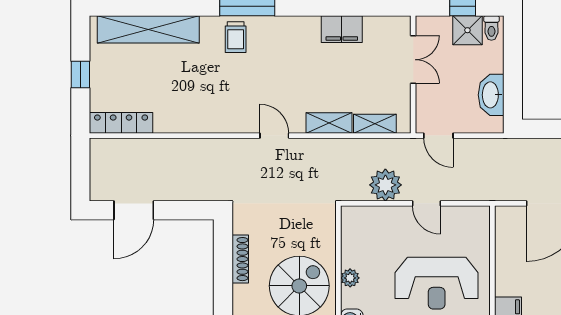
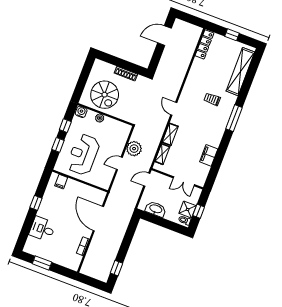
trolley: (236, 37) -> (212, 99), moved
door: (274, 136) -> (174, 109), swing flipped
door: (134, 210) -> (164, 36), hinge flipped

